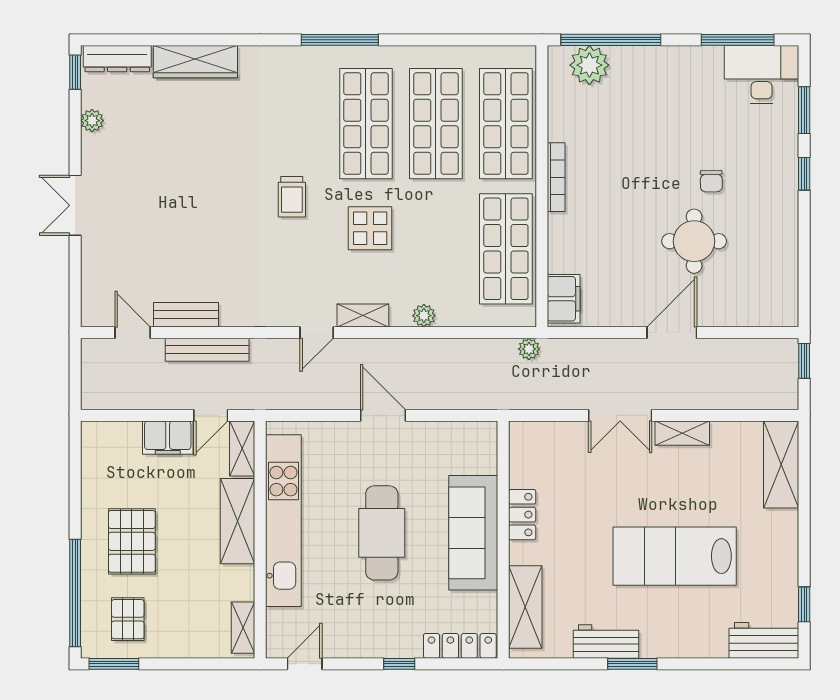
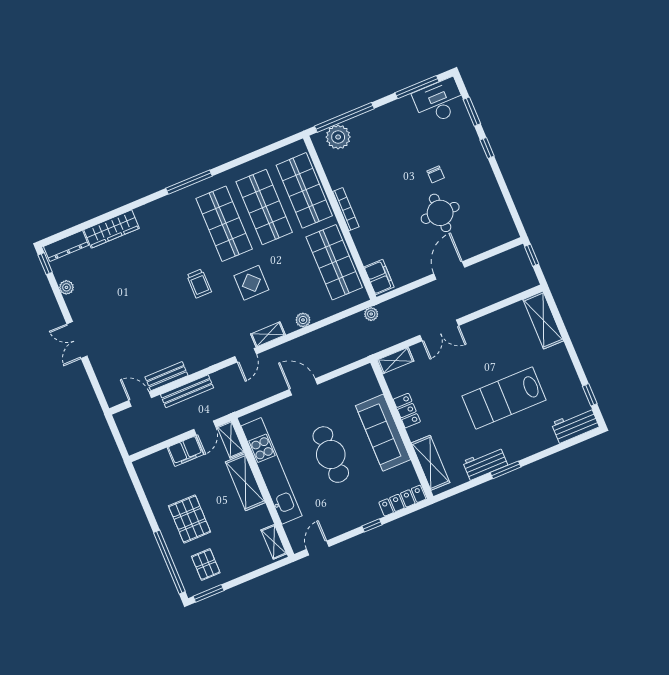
shelving: (682, 433) -> (395, 360), moved

